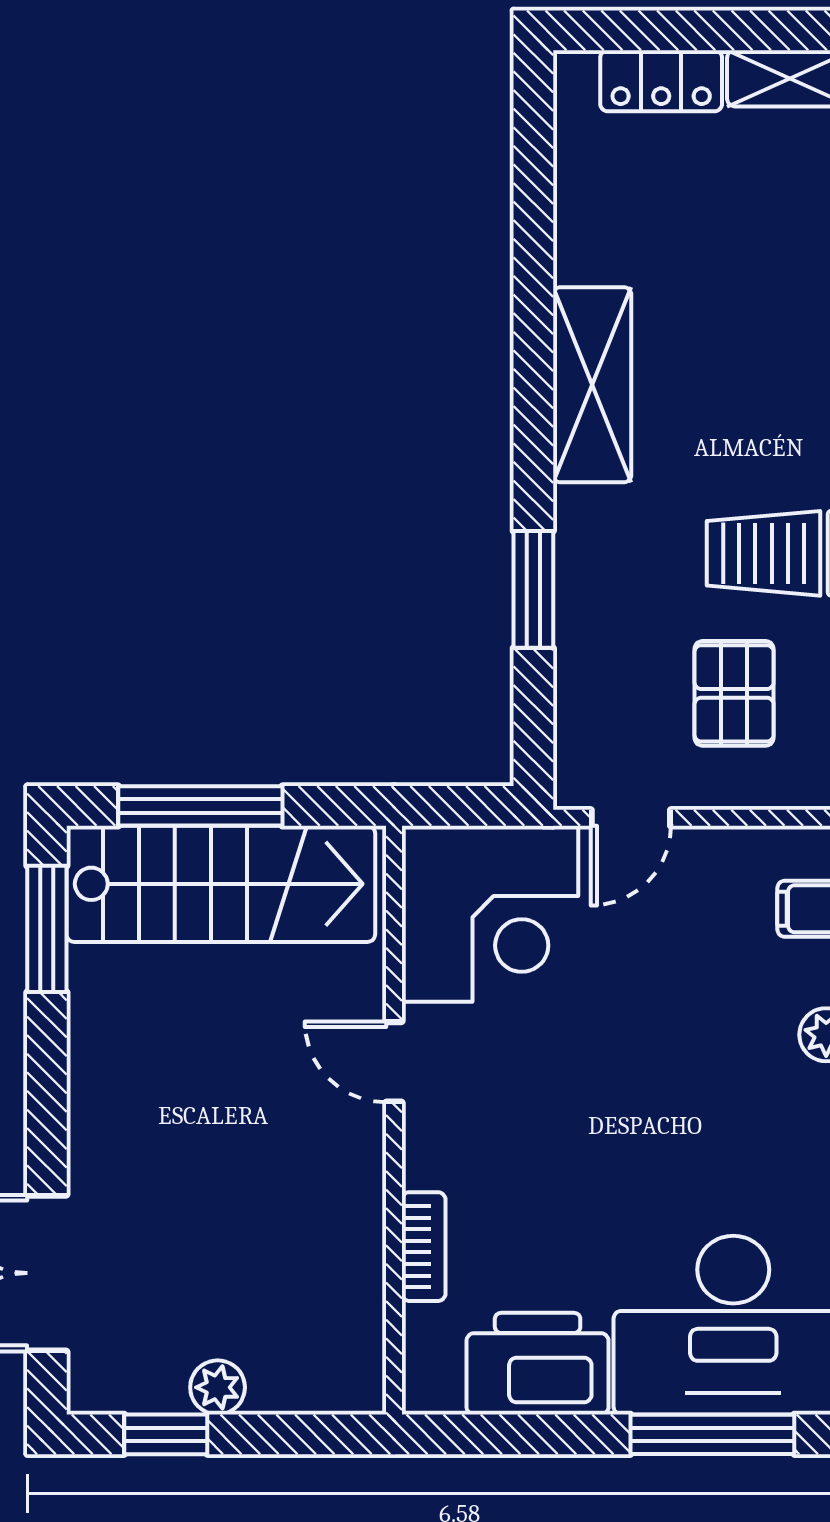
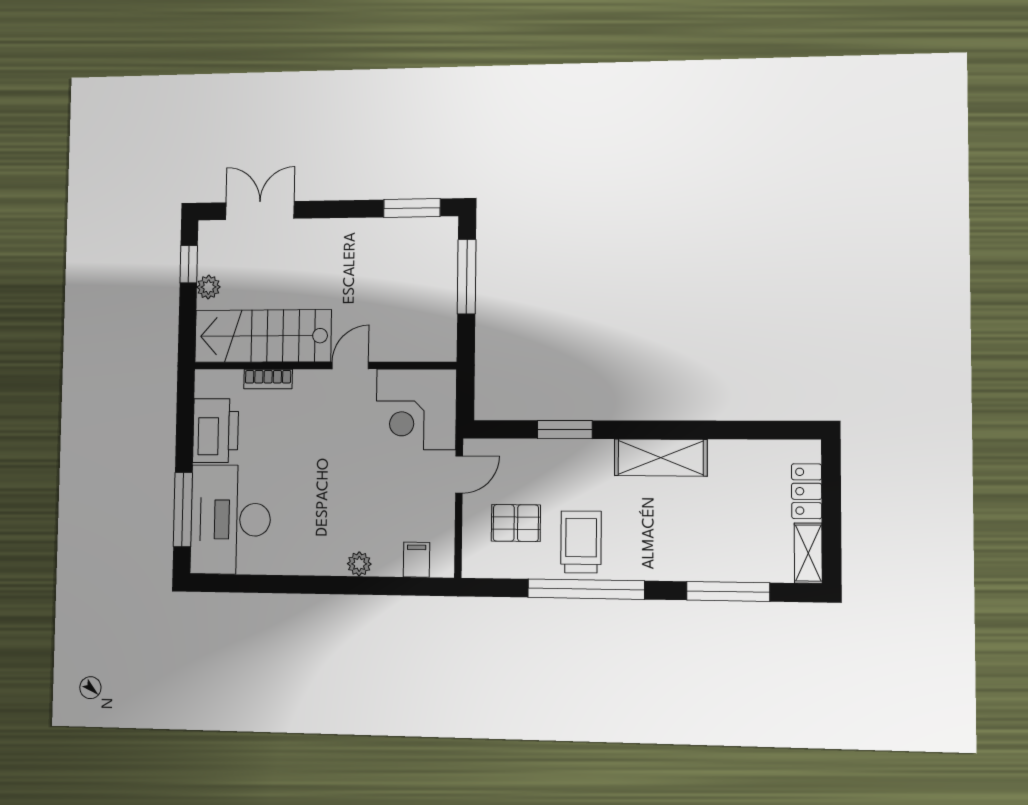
door: (631, 818) -> (459, 474), swing flipped
stairs: (221, 884) -> (263, 336), moved, turned 90

